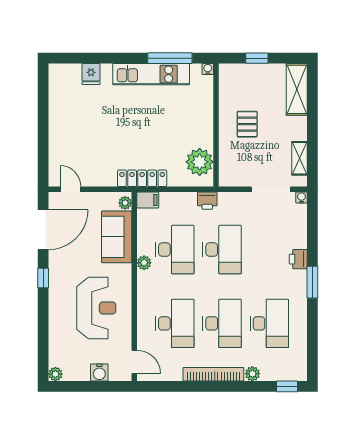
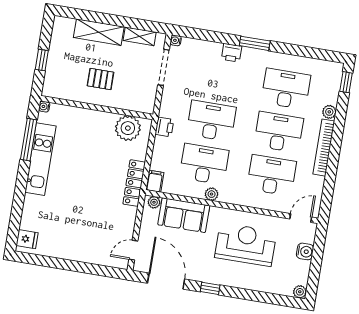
fridge: (91, 74) -> (27, 239), moved
shelving: (297, 89) -> (99, 32), moved

